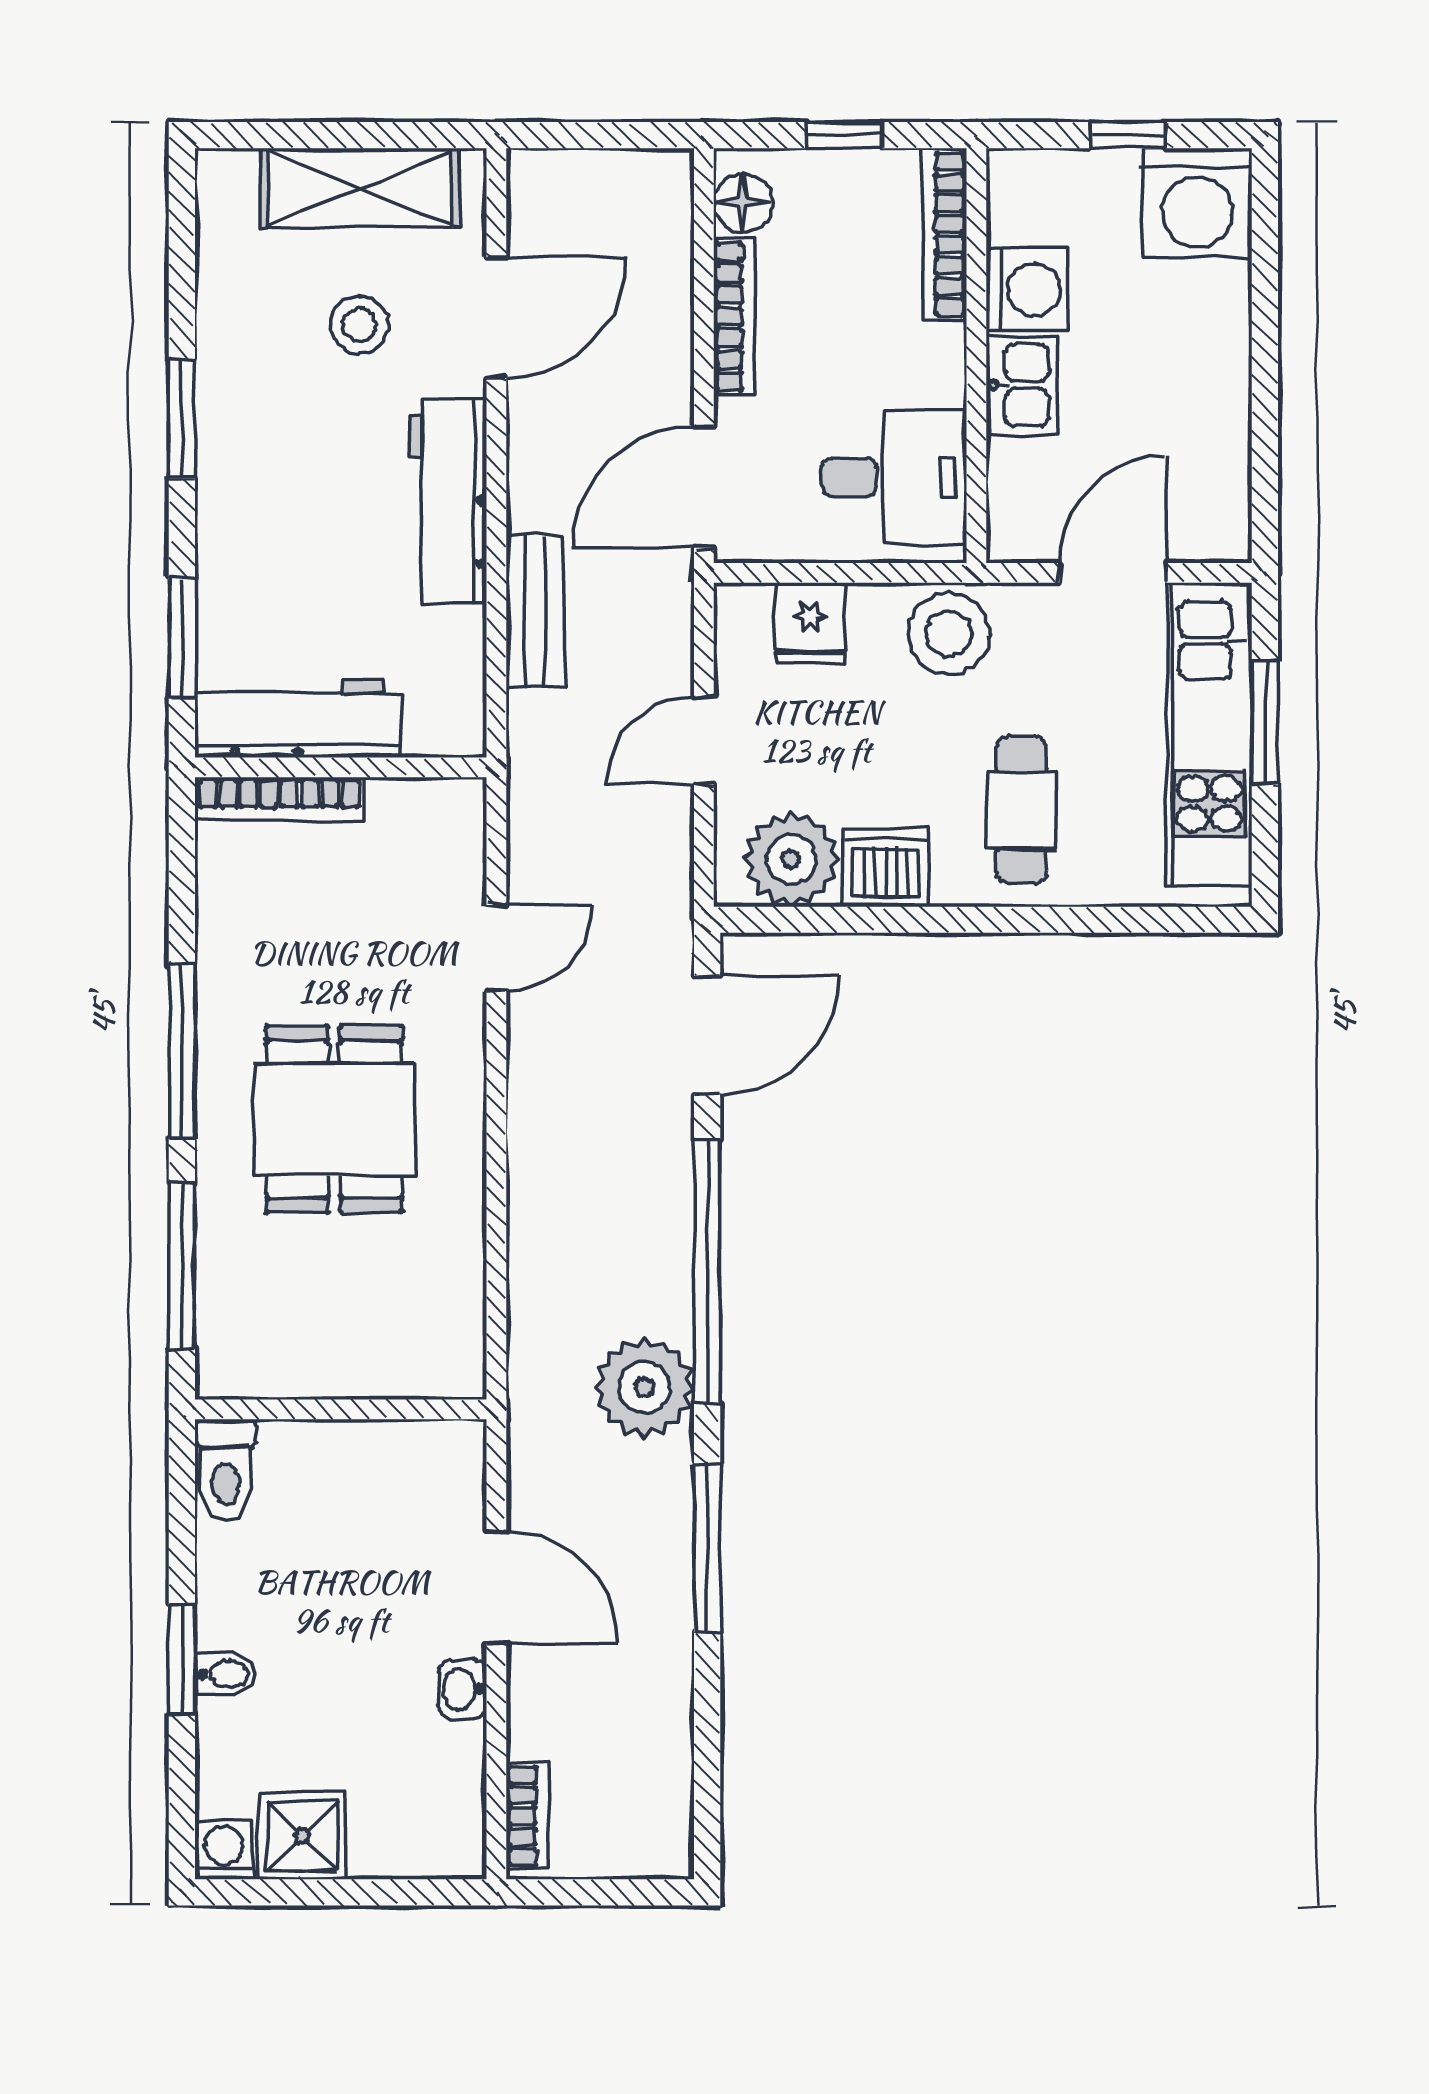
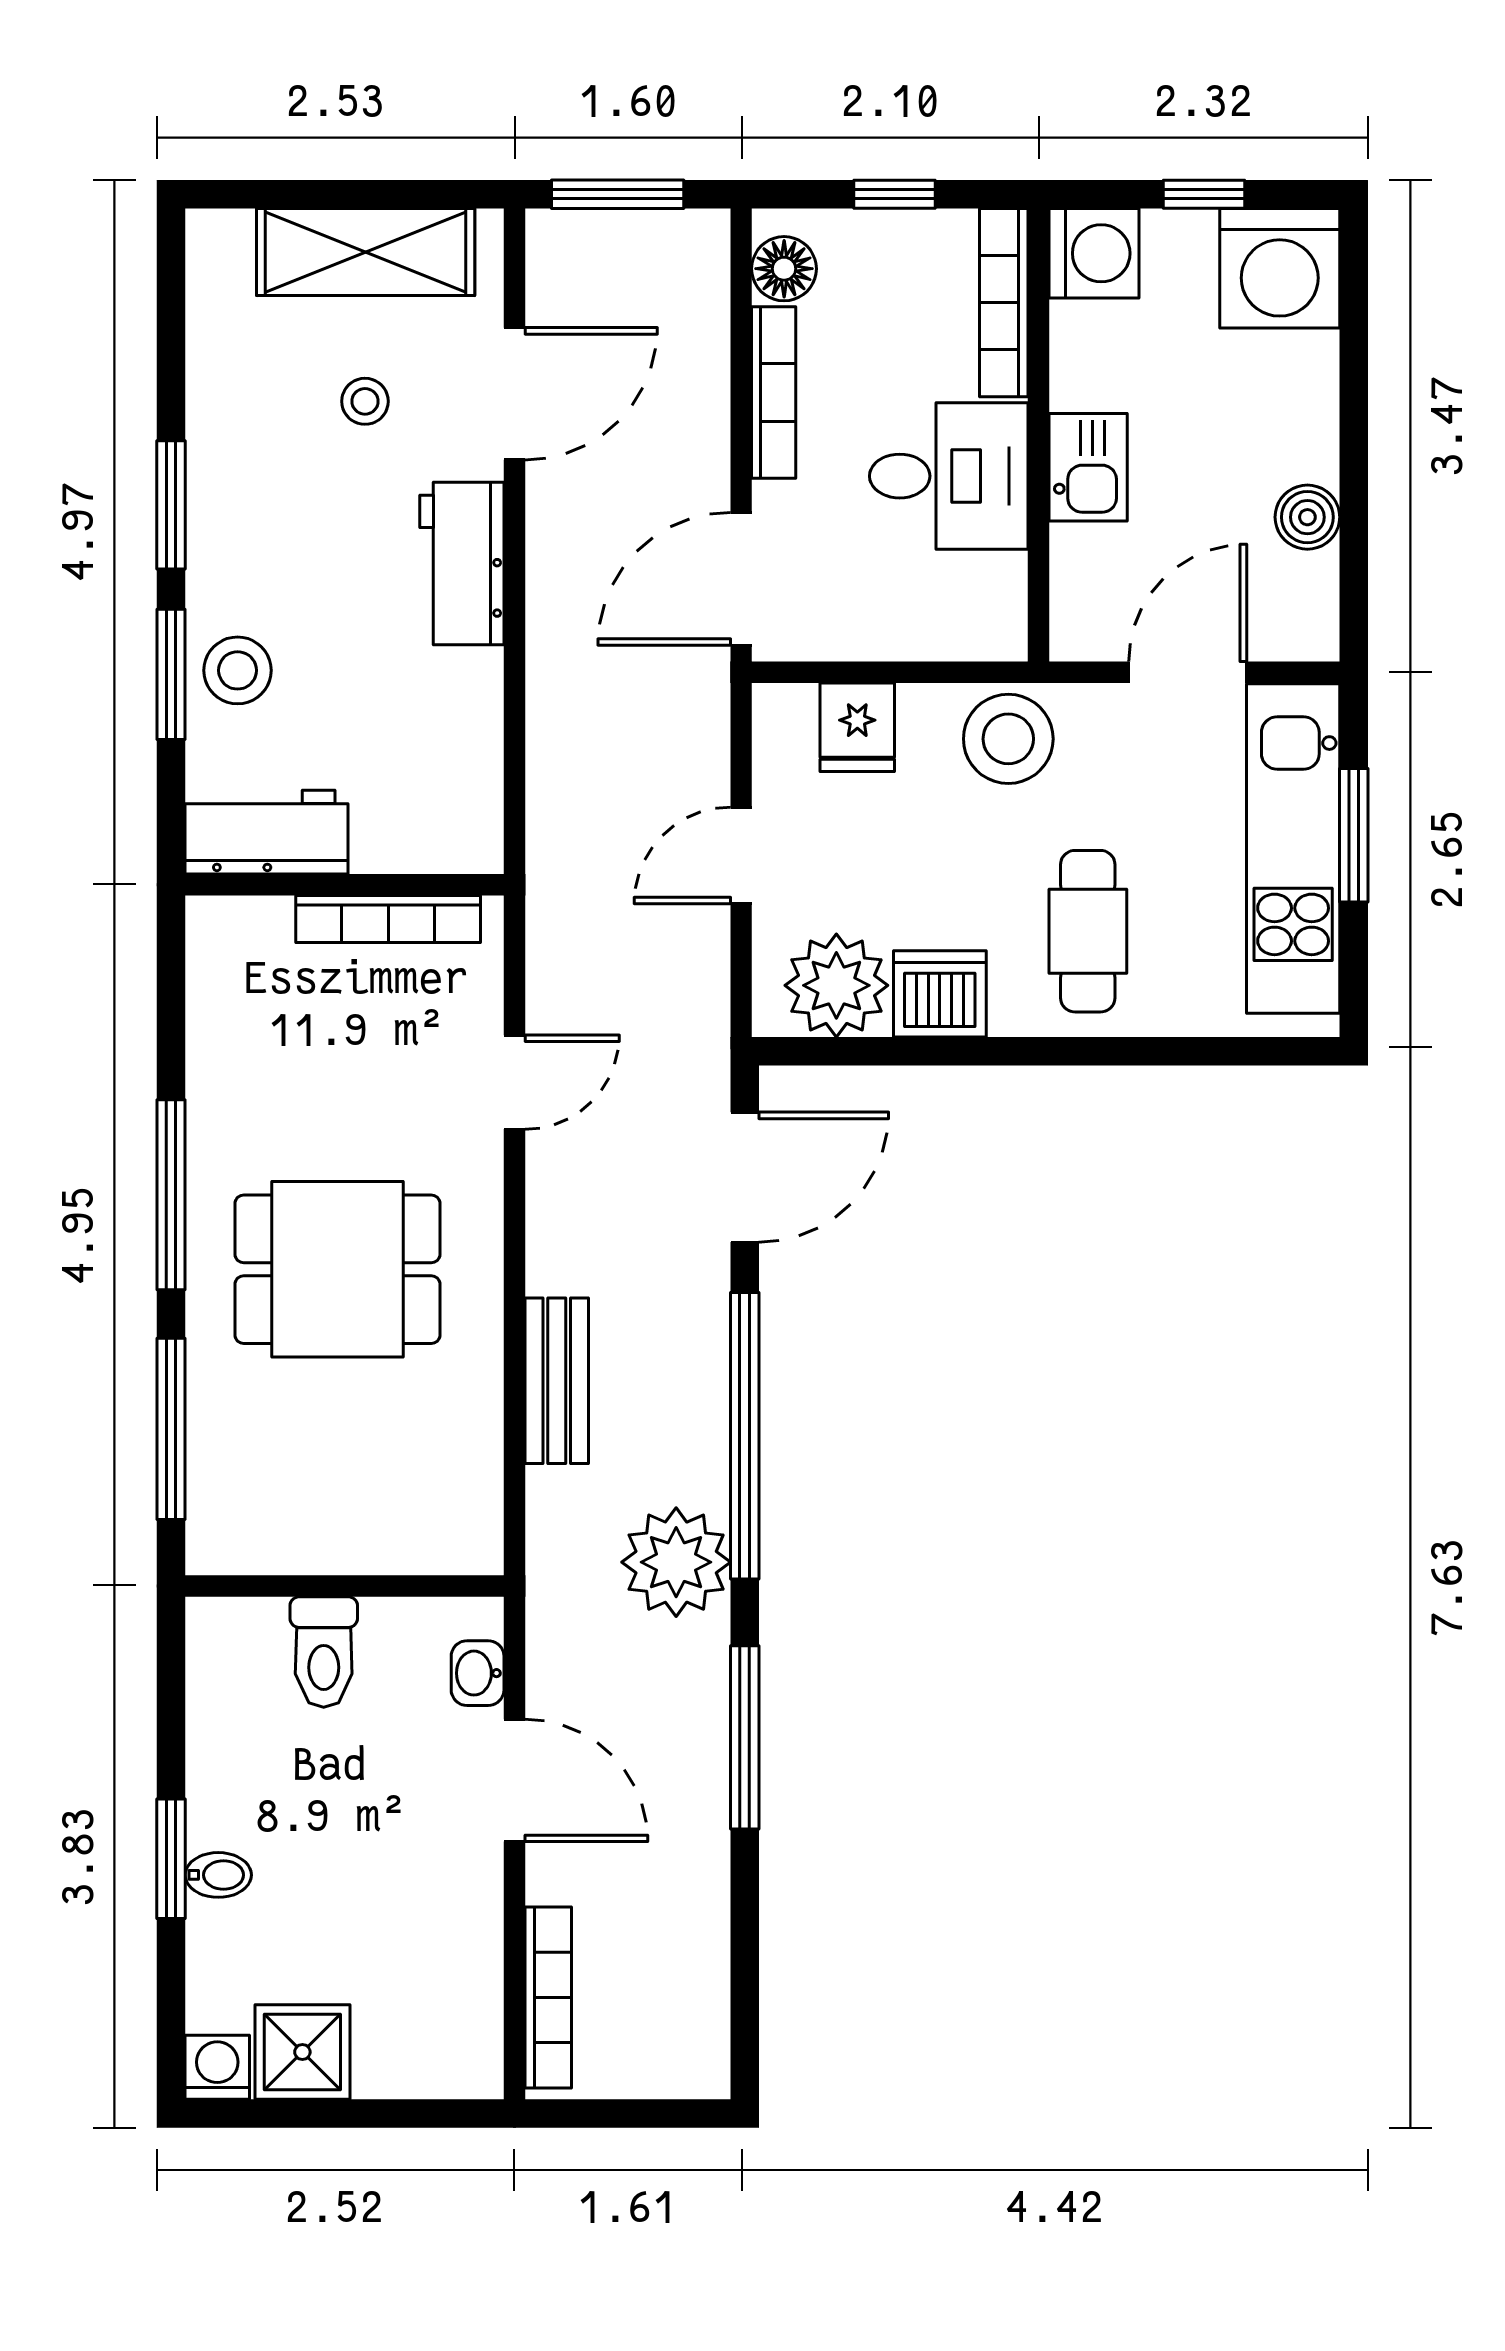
window: (591, 135) -> (618, 194), added
washing machine: (1027, 289) -> (1094, 253), moved
stool: (360, 325) -> (365, 401), width x0.73, depth x0.73
boiler: (1222, 431) -> (1307, 517), added
desk: (894, 477) -> (949, 476), moved
workbench: (448, 501) -> (462, 563), width x0.73
stool: (243, 571) -> (238, 670), added
bench: (535, 611) -> (557, 1381), moved
window: (182, 637) -> (171, 674), moved
workbench: (297, 719) -> (267, 832), width x0.73
bookcase: (279, 799) -> (388, 919), moved
dining table: (334, 1119) -> (337, 1269), turned 90
toilet: (226, 1470) -> (324, 1652), moved
washbasin: (463, 1689) -> (478, 1673), moved
bookcase: (527, 1816) -> (548, 1998), width x1.56

